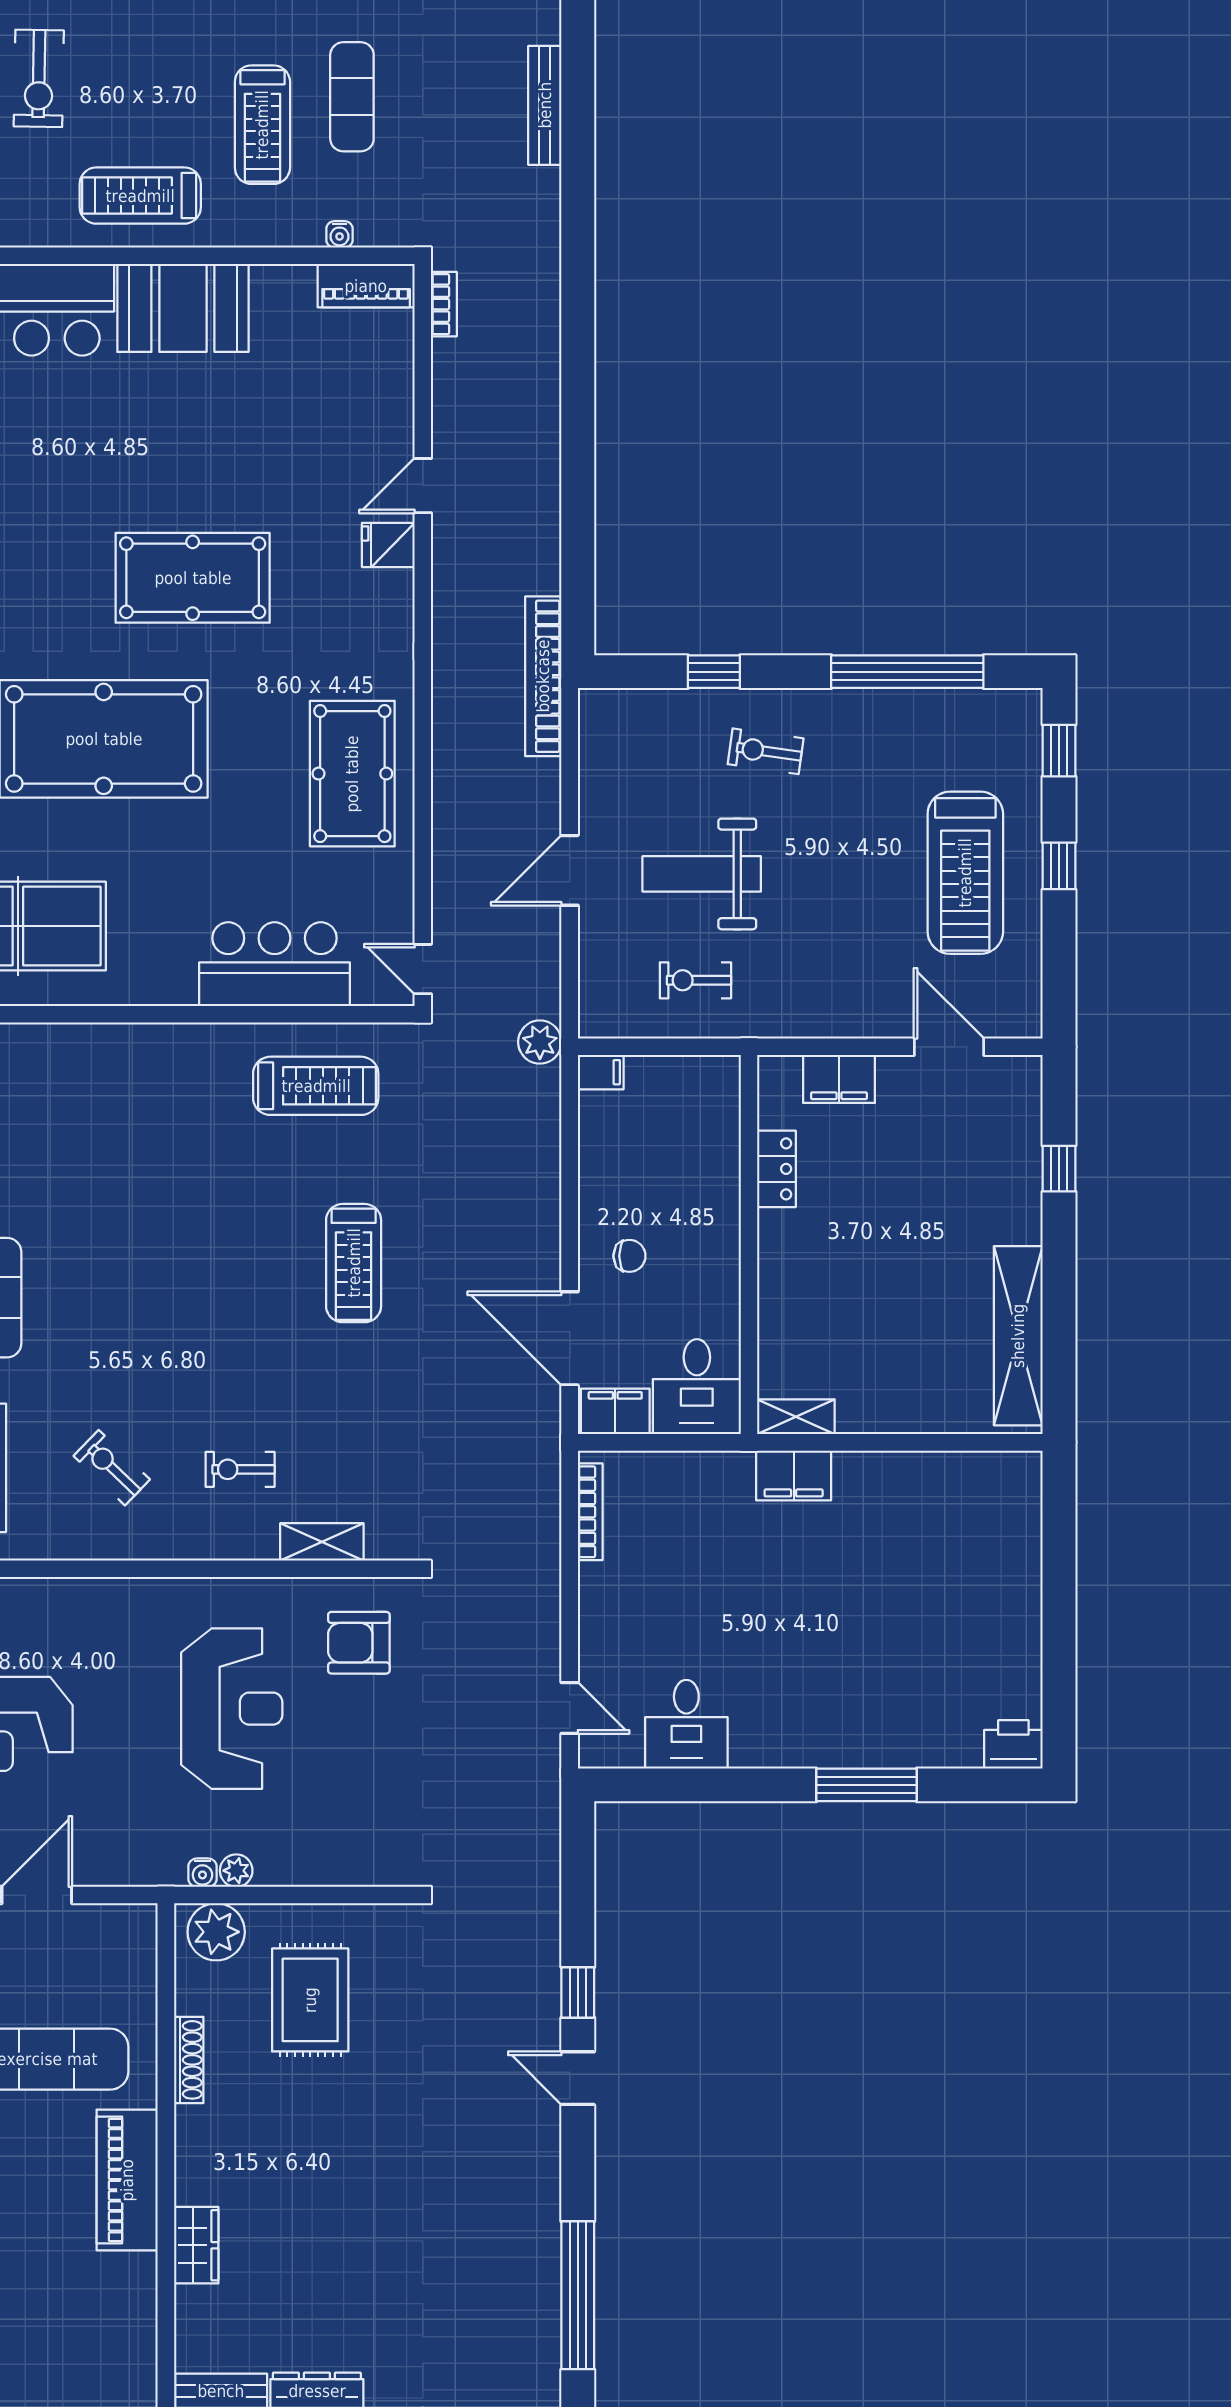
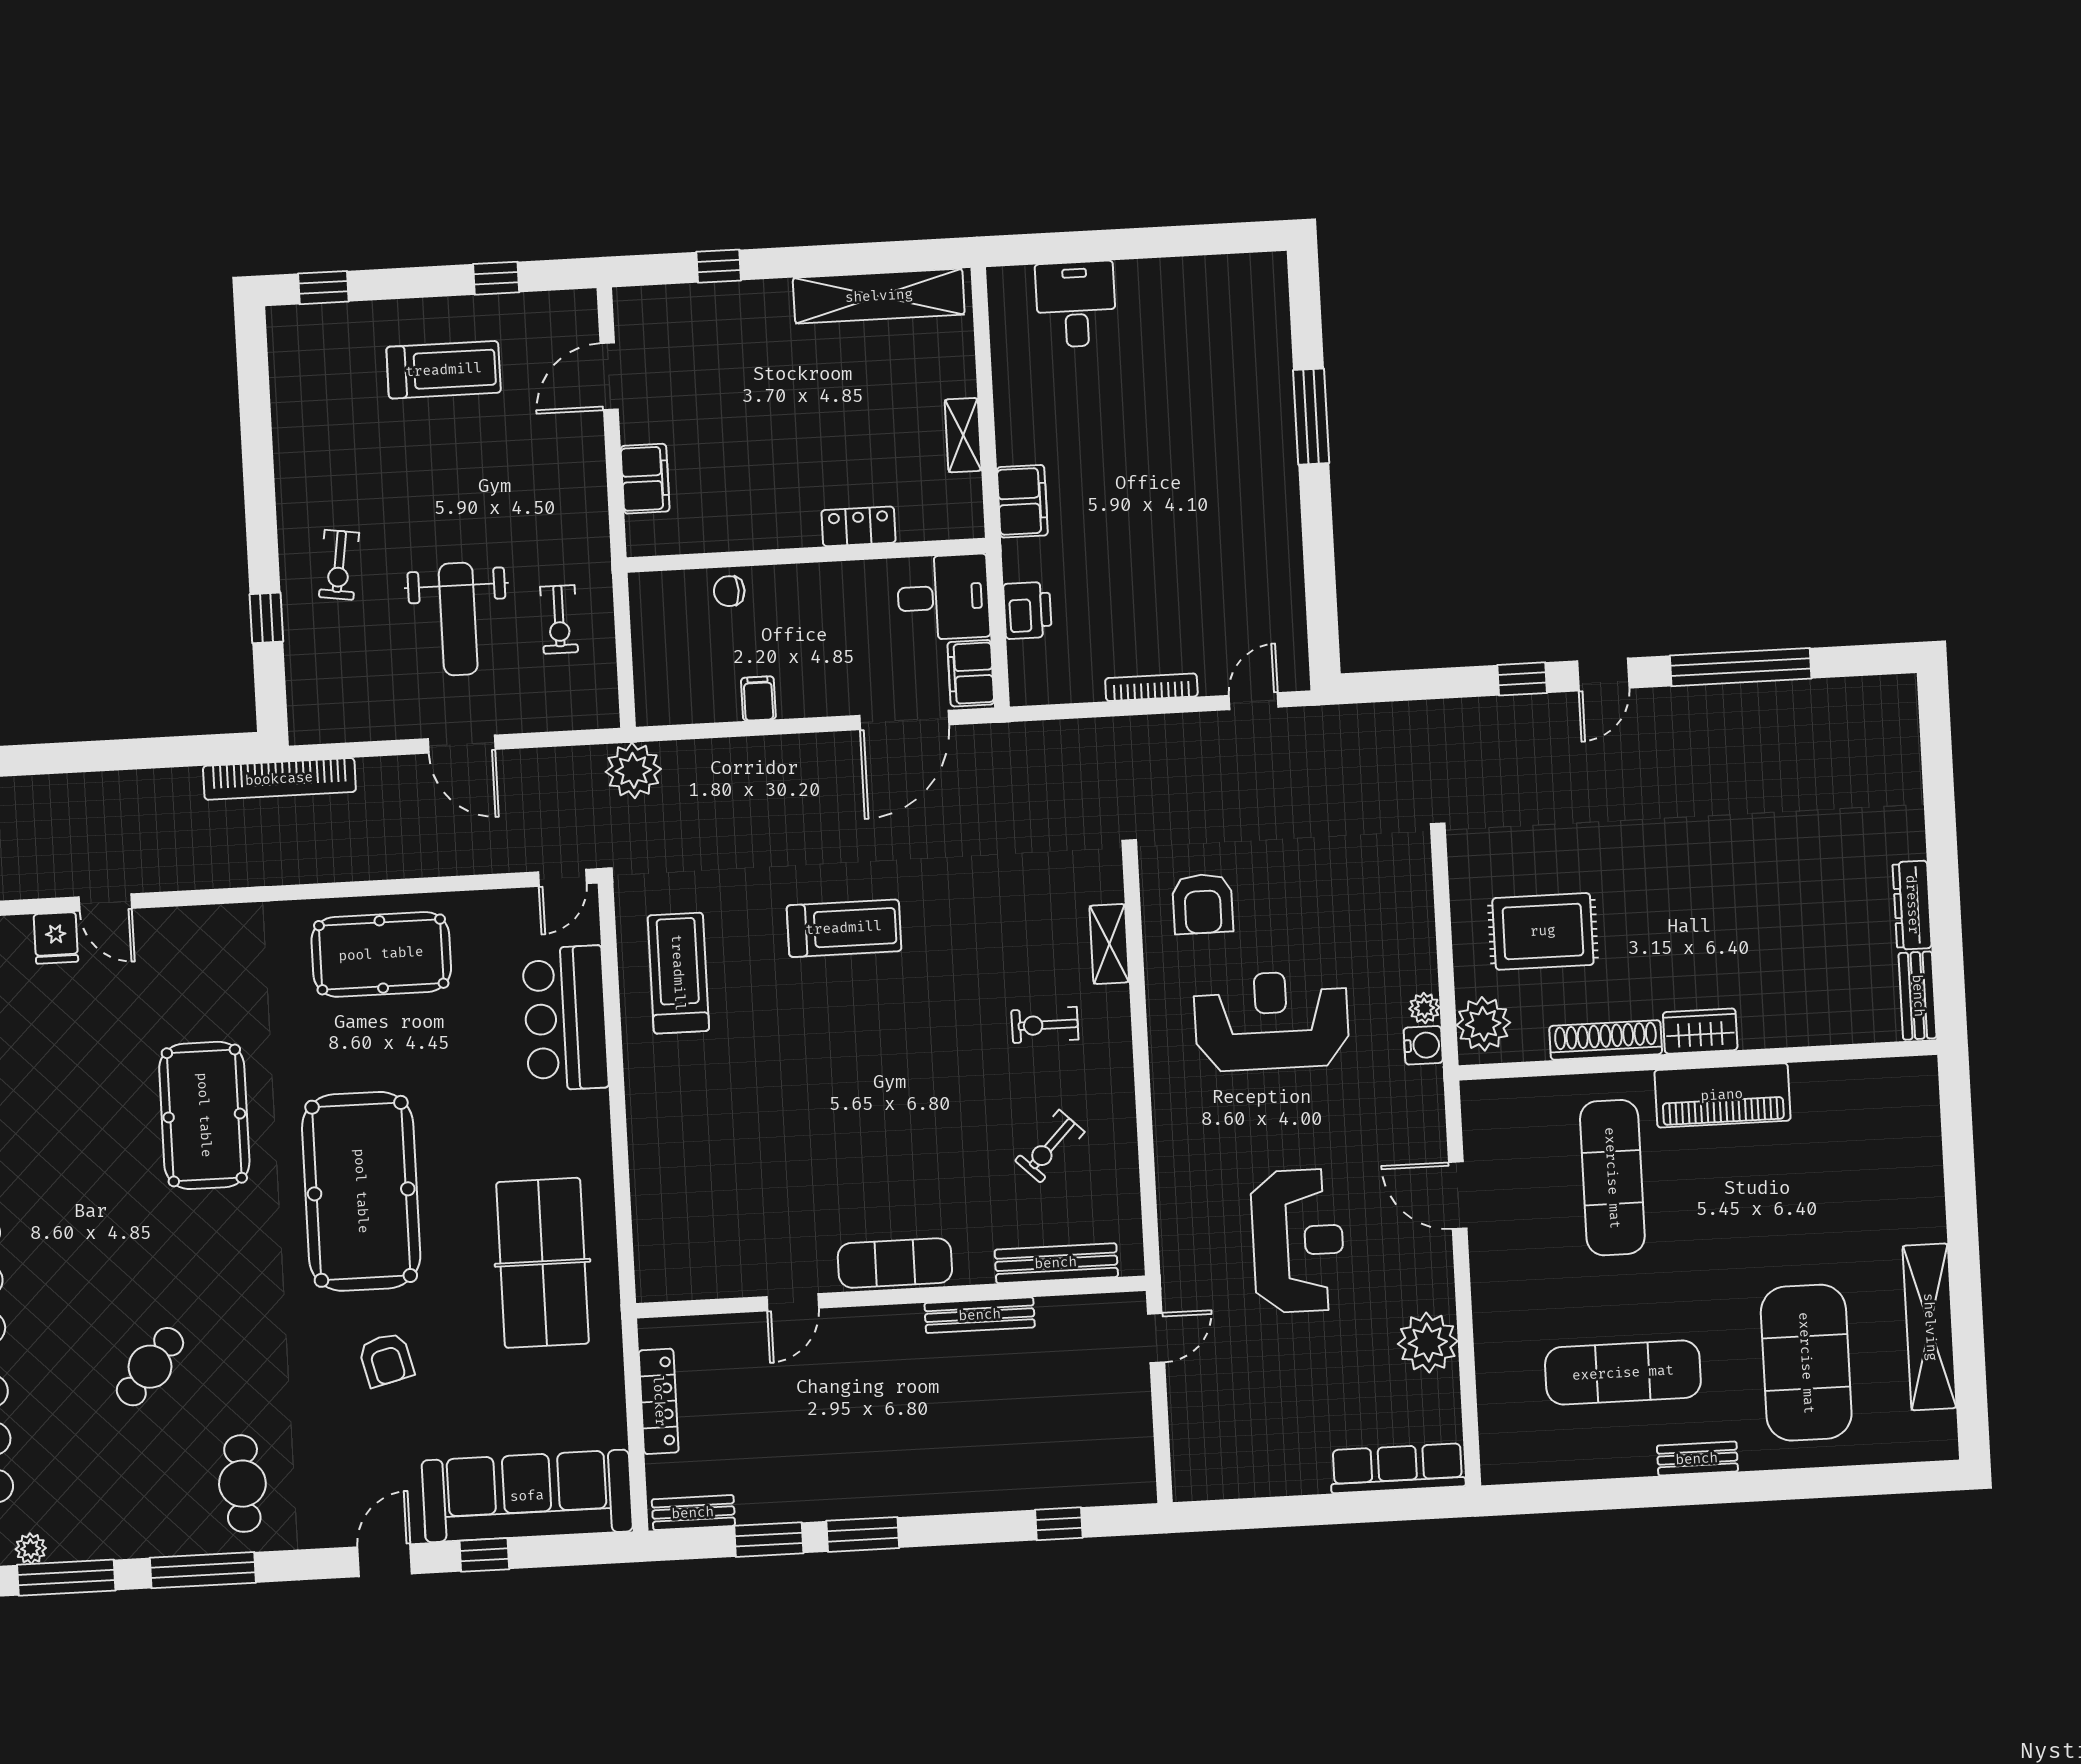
fridge: (388, 545) -> (56, 938), moved
window: (907, 672) -> (256, 435), removed
window: (1059, 866) -> (496, 278), moved
treadmill: (965, 873) -> (444, 370), width x0.73, depth x0.73
plant: (540, 1042) -> (633, 770), width x1.36, depth x1.36
filing cabinet: (601, 1072) -> (758, 699), moved
locker: (776, 1169) -> (859, 526), moved
chair: (629, 1256) -> (729, 591), moved, turned -90
shelving: (796, 1417) -> (963, 435), moved
exercise bike: (240, 1469) -> (1045, 1025), turned 90
bookcase: (590, 1512) -> (1151, 687), moved
desk: (686, 1724) -> (1076, 304), moved, turned -90
printer: (1013, 1744) -> (1028, 610), moved, turned 180
water cooler: (202, 1873) -> (1423, 1045), width x1.38, depth x1.38
shoe rack: (189, 2060) -> (1606, 1040), width x1.36, depth x1.24
wardrobe: (196, 2245) -> (1700, 1031), moved
window: (578, 2295) -> (1741, 667), moved

